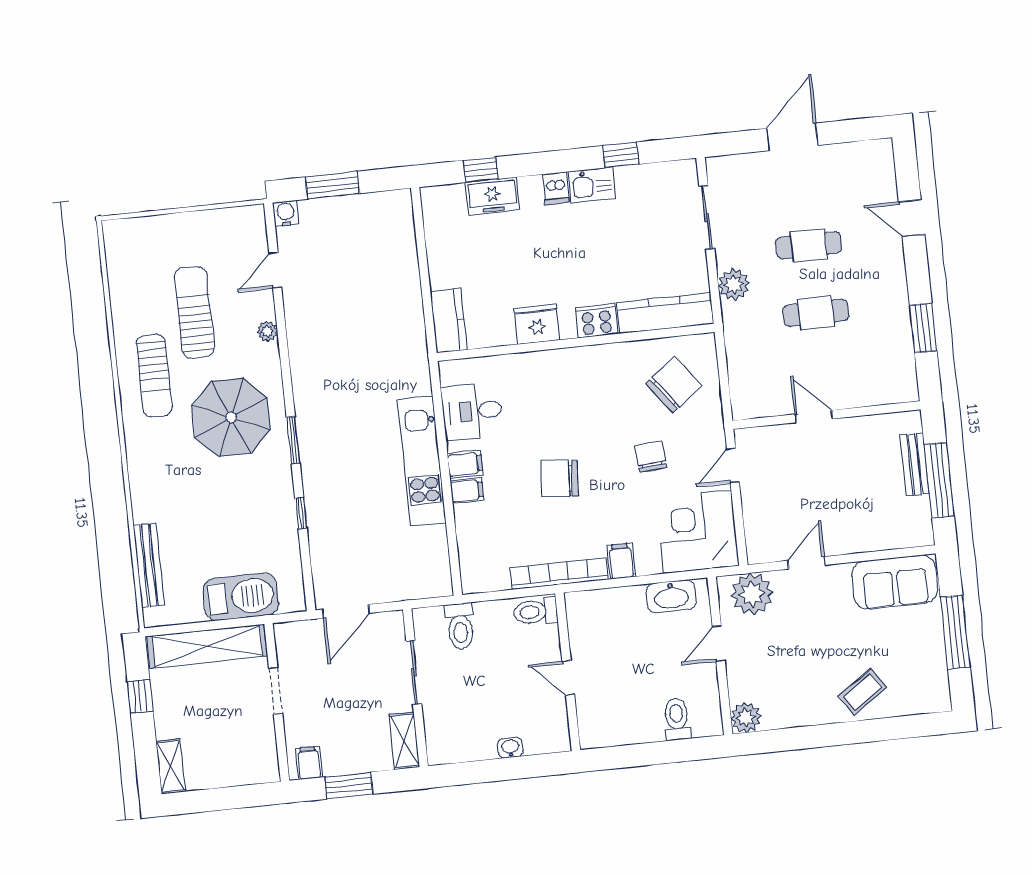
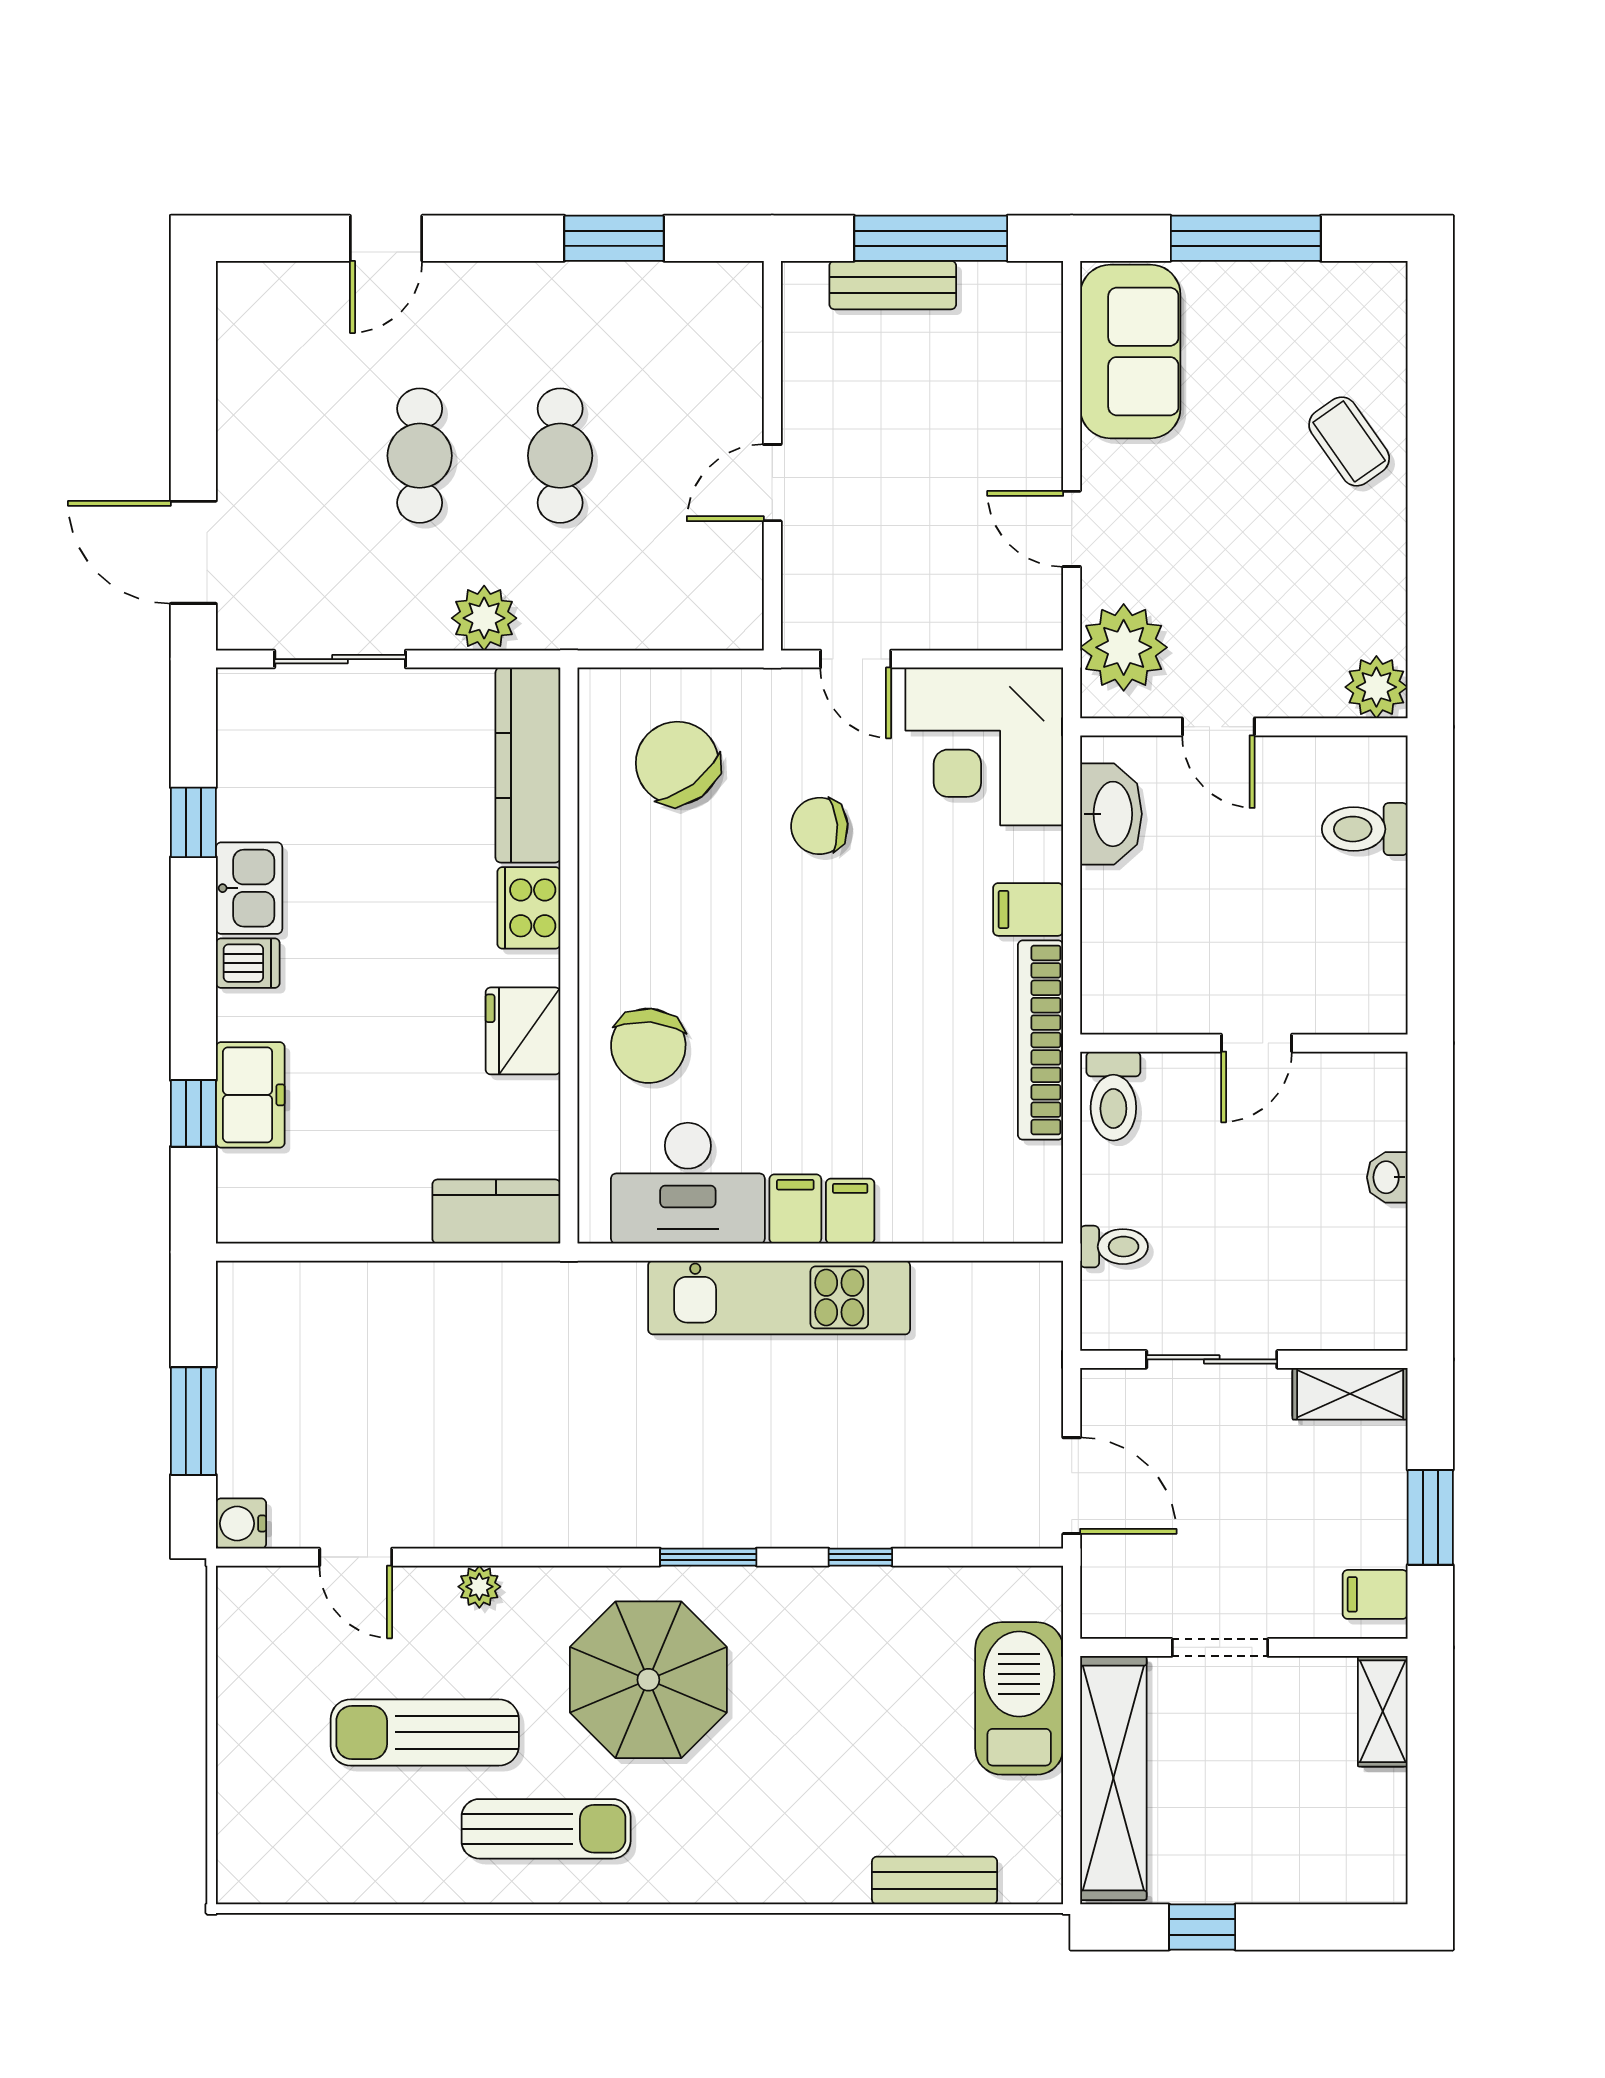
door: (792, 137) -> (193, 552), moved
desk: (472, 411) -> (688, 1183), width x1.37
chair: (560, 478) -> (648, 1046), moved
bench: (149, 565) -> (935, 1880), width x0.73
toilet: (460, 626) -> (1114, 1247), width x0.73, depth x0.72
shelving: (171, 766) -> (1383, 1711), moved, turned 90

